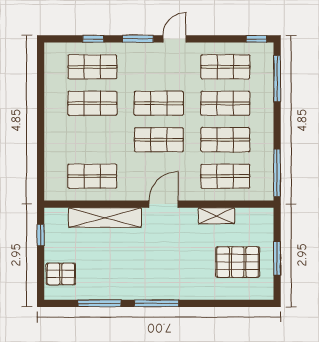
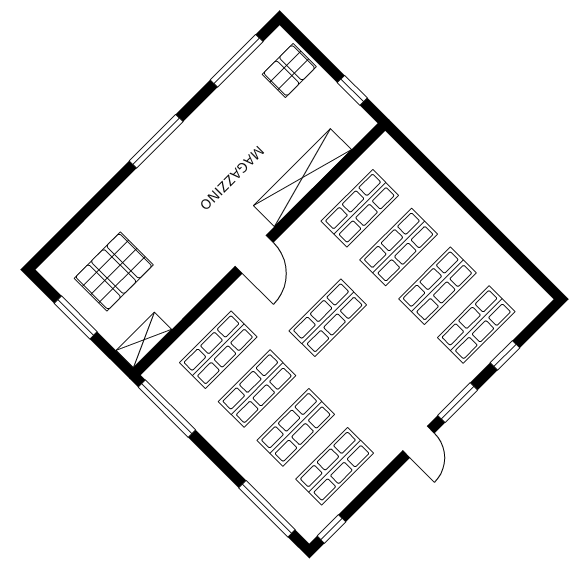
shop shelf: (159, 103) -> (399, 247), moved
shelving: (216, 216) -> (144, 340), moved
window: (100, 303) -> (237, 61), moved

